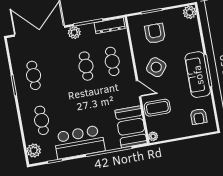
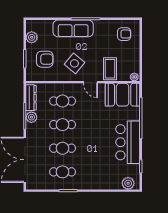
plant: (190, 12) -> (32, 37), moved
plant: (74, 33) -> (31, 117), moved
armchair: (155, 33) -> (45, 59), turned 180
sofa: (198, 75) -> (73, 28), moved
door: (139, 89) -> (91, 82), swing flipped
cafe table: (42, 120) -> (63, 148), moved

